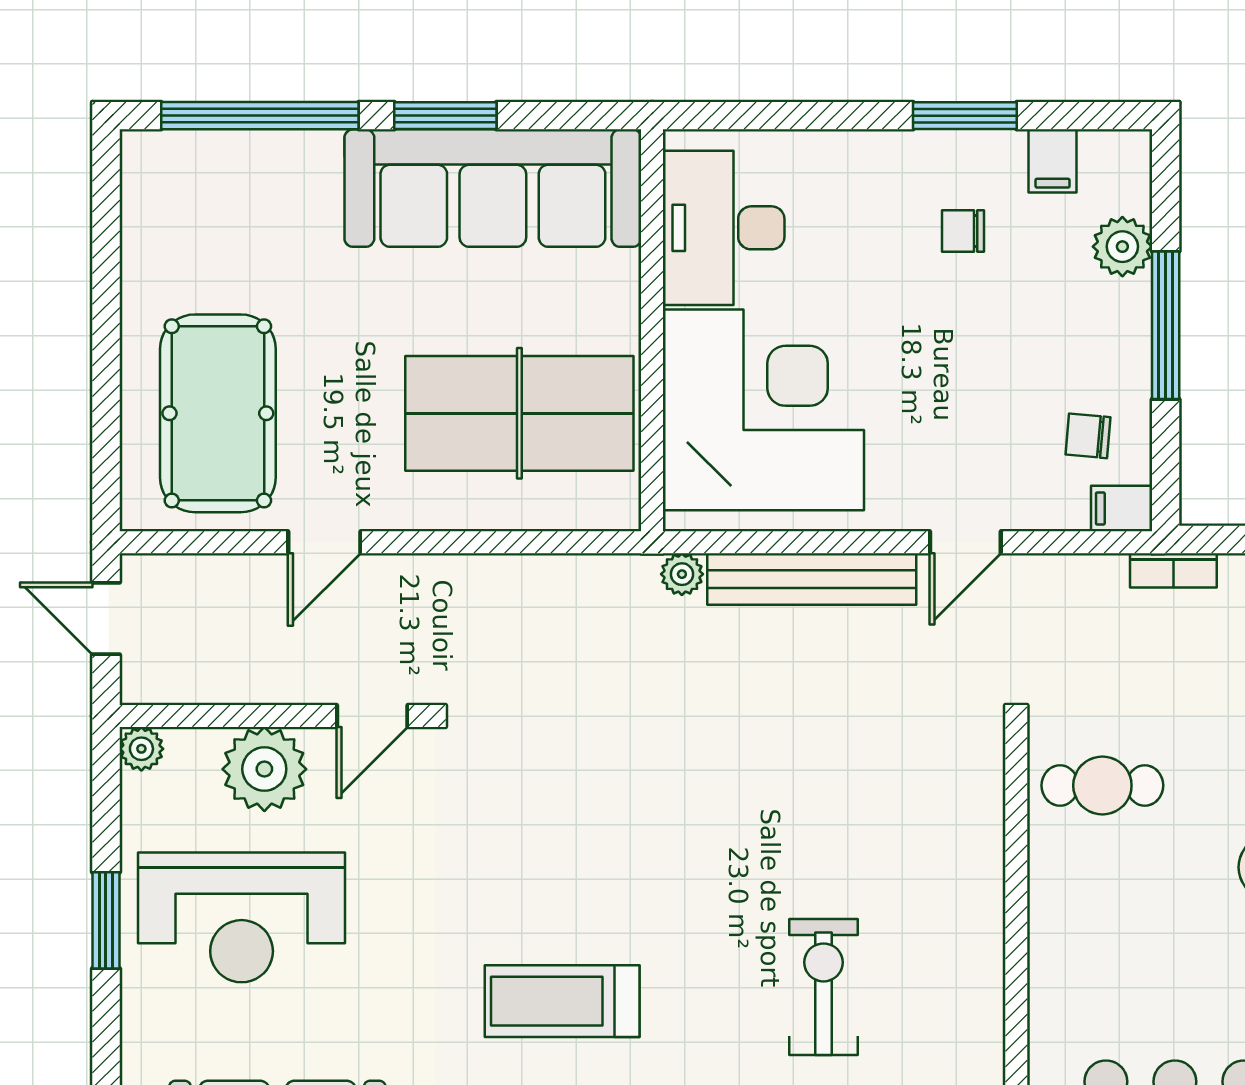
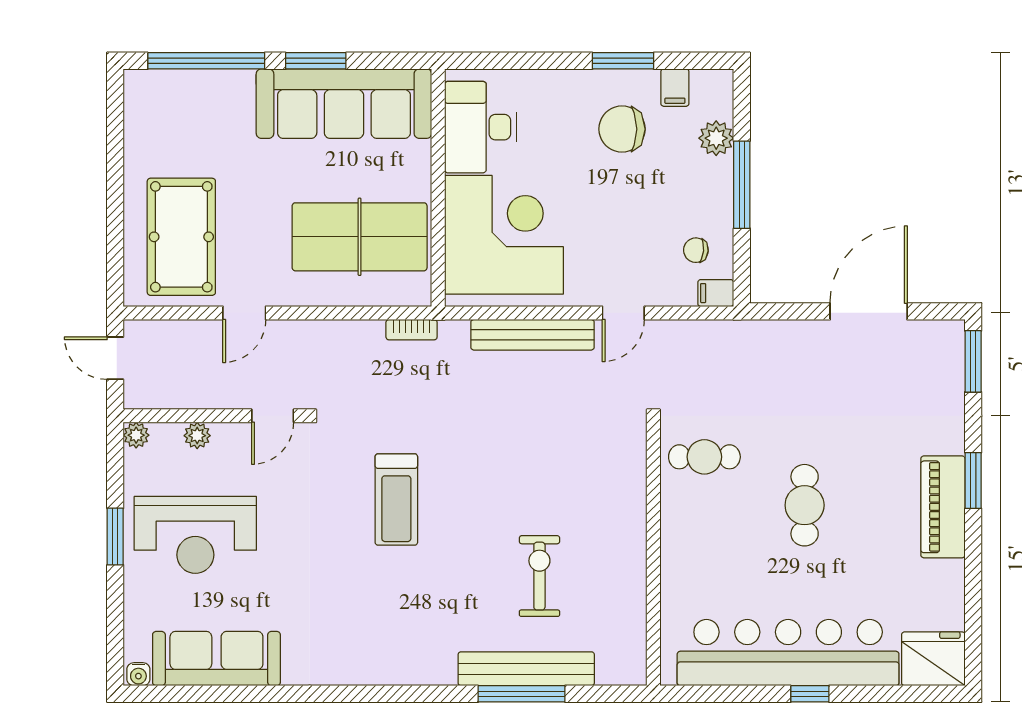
chair: (963, 231) -> (622, 129), width x1.87, depth x1.87
bookcase: (1173, 570) -> (412, 330), moved
plant: (682, 574) -> (456, 332), removed
plant: (264, 769) -> (197, 436), width x0.53, depth x0.53
treadmill: (562, 1001) -> (396, 500), moved, turned -90

